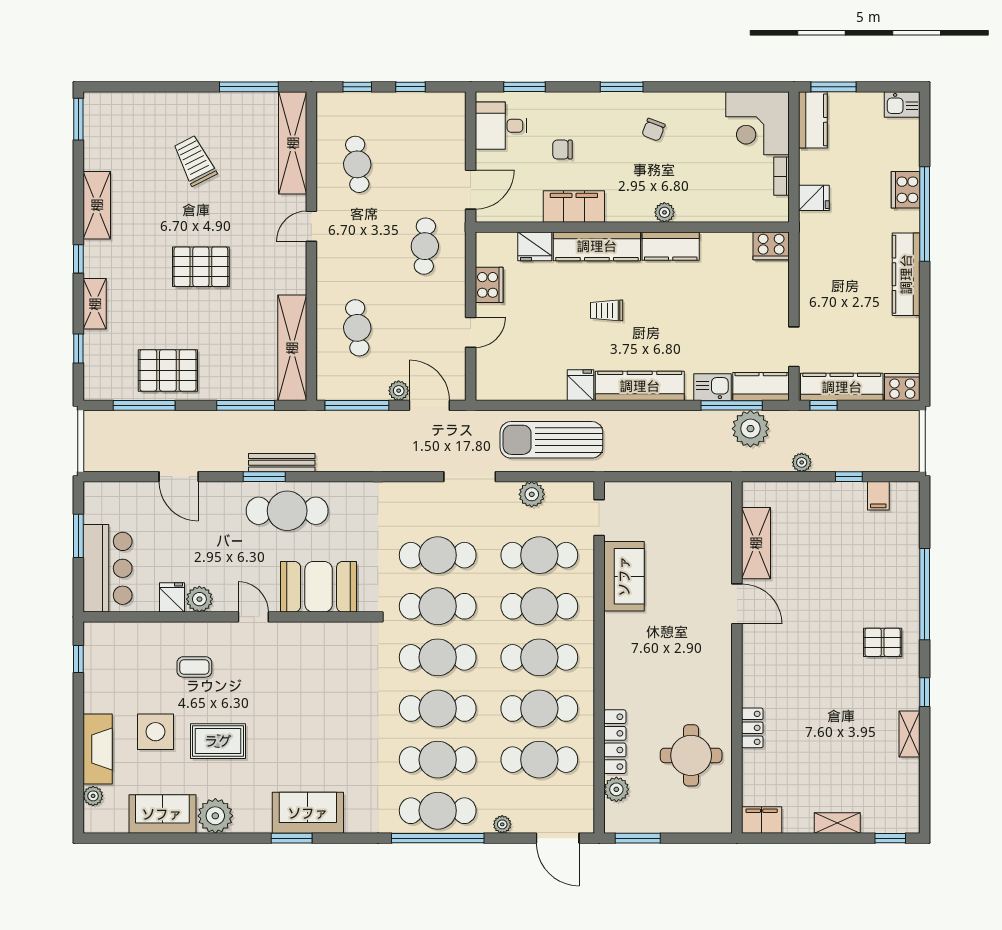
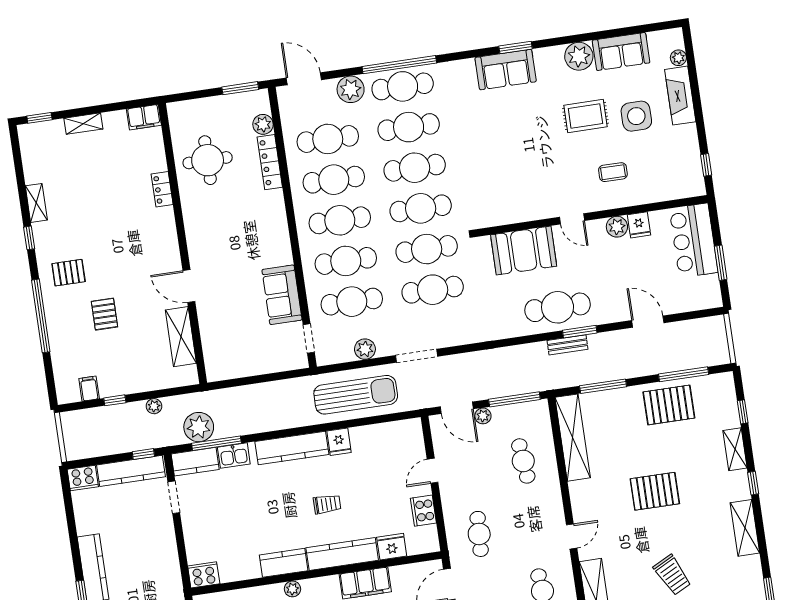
bench: (282, 463) -> (568, 345), width x0.73
pallet: (846, 585) -> (104, 314), added
plant: (502, 824) -> (351, 89), width x1.88, depth x1.88

